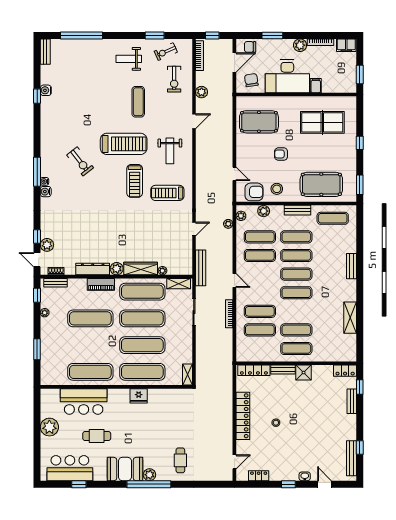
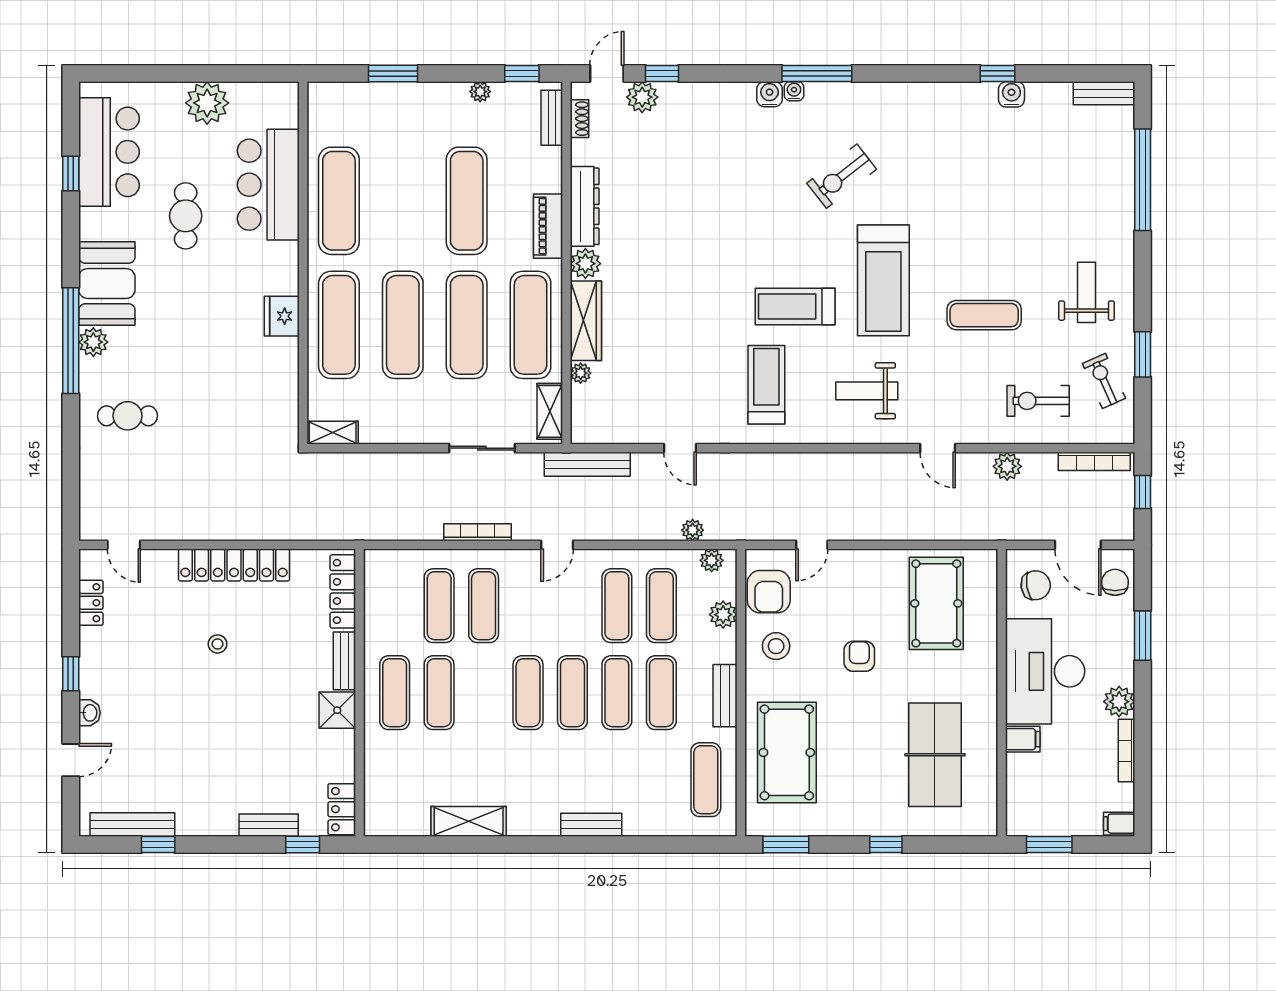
filing cabinet: (346, 45) -> (1119, 824), width x0.50

